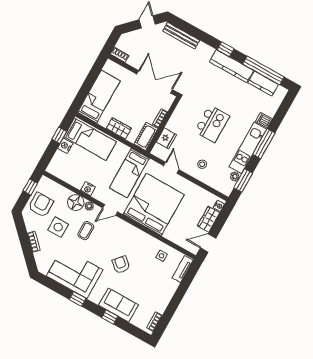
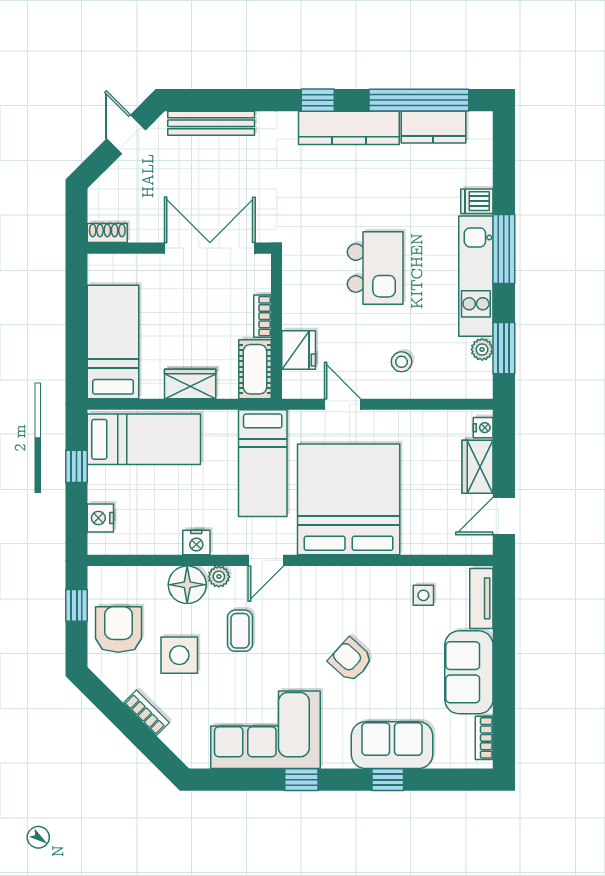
nightstand: (65, 146) -> (100, 518), moved
sofa: (162, 294) -> (469, 672), added

